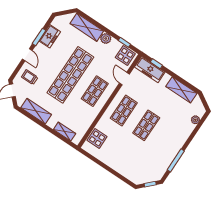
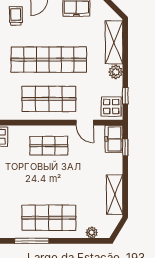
freezer: (150, 70) -> (114, 139), width x0.71
door: (124, 79) -> (85, 123), swing flipped
shop shelf: (95, 91) -> (49, 99), width x1.43, depth x1.36
shop shelf: (146, 125) -> (49, 218), moved, width x1.43, depth x1.36

